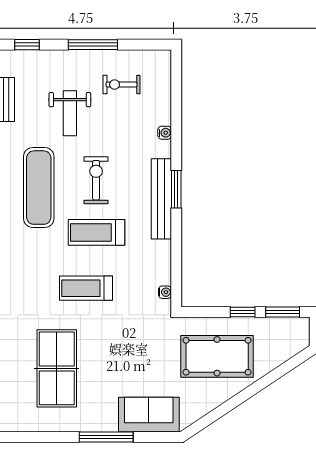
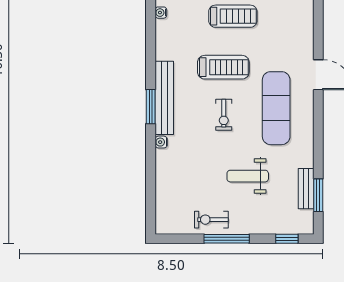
exercise bike: (121, 85) -> (211, 220), moved, turned 180
weight bench: (70, 113) -> (248, 176), turned -90
water cooler: (165, 133) -> (161, 142), moved
exercise bike: (96, 180) -> (224, 115), width x0.73, depth x0.72

